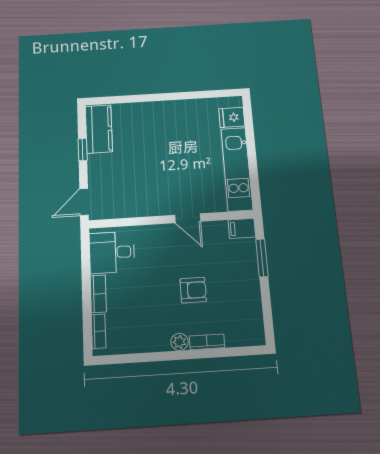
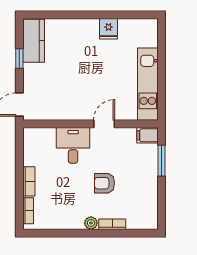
fridge: (232, 117) -> (109, 29), moved, turned -90
door: (188, 218) -> (104, 124), swing flipped
desk: (112, 252) -> (73, 145), moved, turned 90
armchair: (193, 290) -> (104, 183), turned 180

